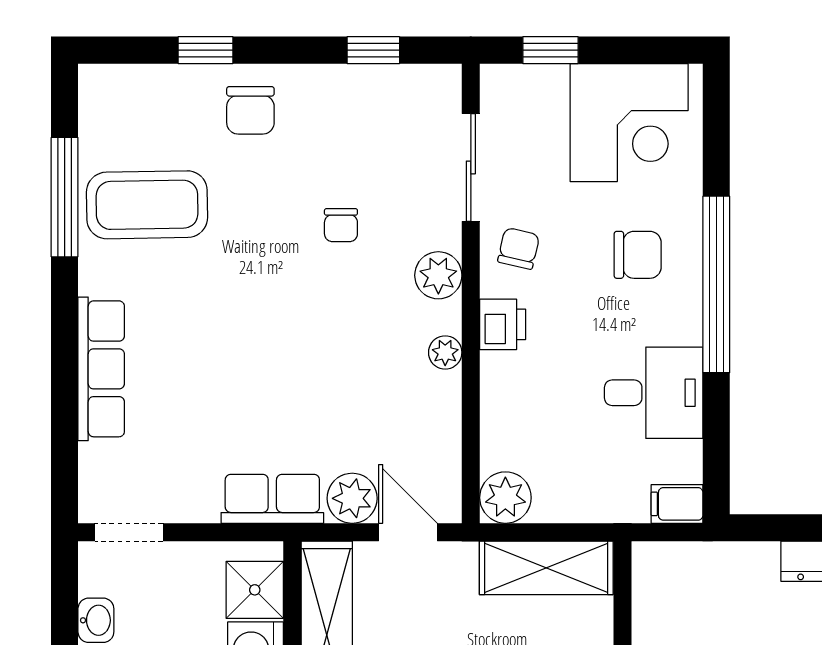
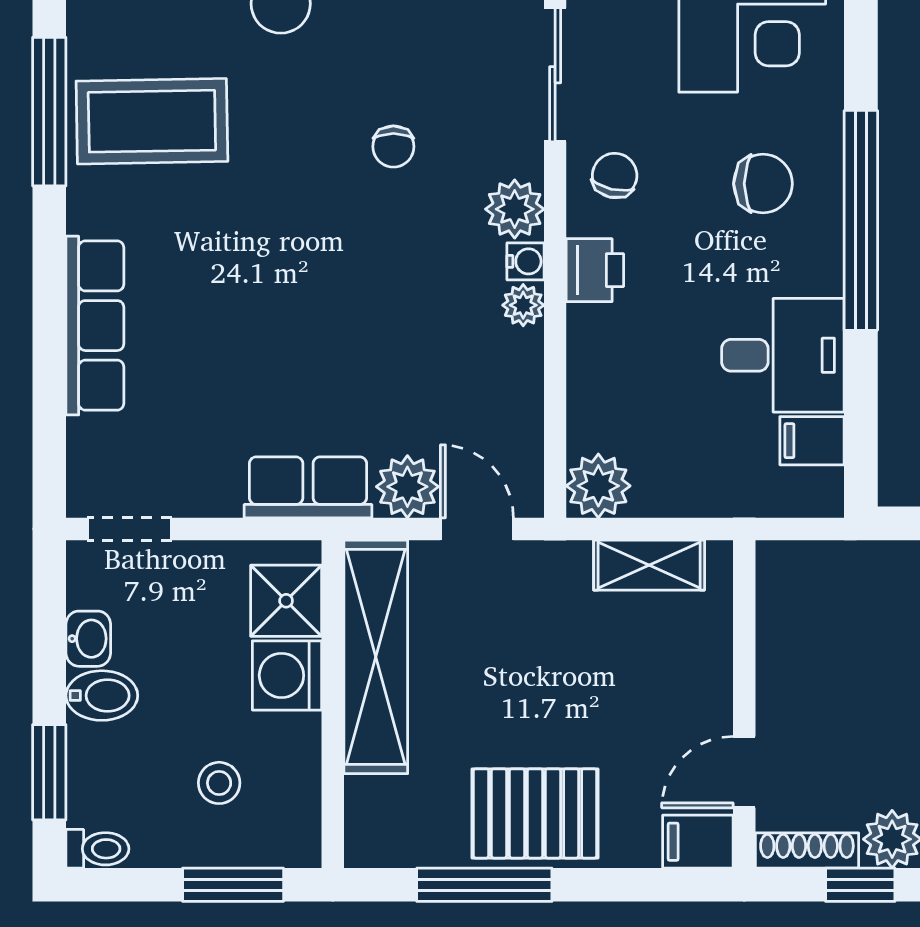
water cooler: (447, 317) -> (525, 261), added
filing cabinet: (677, 504) -> (812, 441), moved
shelving: (546, 568) -> (649, 565), width x0.67, depth x0.75

